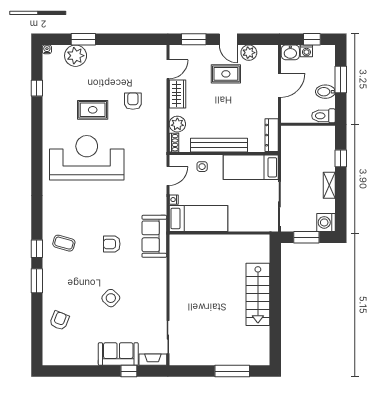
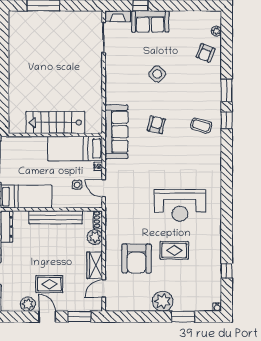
plant: (76, 56) -> (163, 301), moved
armchair: (133, 101) -> (137, 259), width x1.88, depth x1.88
reception desk: (87, 158) -> (180, 205), width x0.74, depth x0.77
side table: (202, 167) -> (77, 185), moved
door: (168, 176) -> (104, 188), hinge flipped
sofa: (154, 236) -> (116, 132), width x1.36
armchair: (112, 244) -> (156, 125), turned -76
stairs: (258, 294) -> (55, 123), moved, turned -90
plant: (48, 344) -> (216, 31), added

